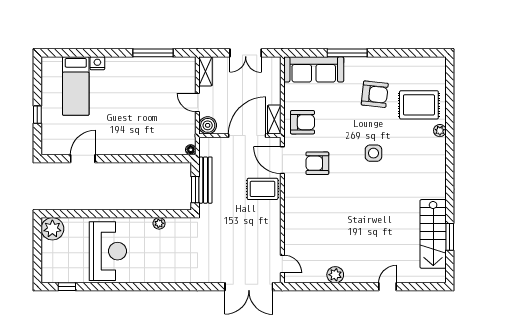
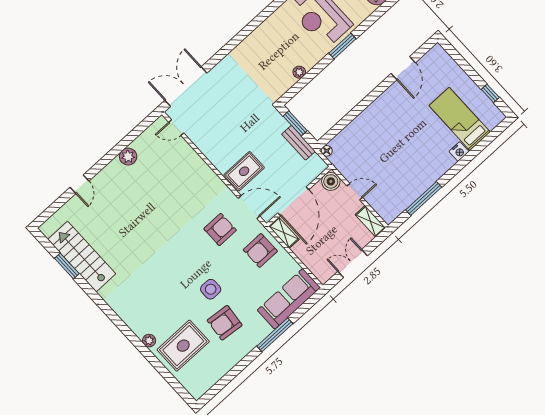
window: (37, 115) -> (490, 93), moved
side table: (373, 153) -> (211, 289), moved
bench: (205, 180) -> (298, 143), width x0.73
window: (111, 214) -> (342, 46), added

